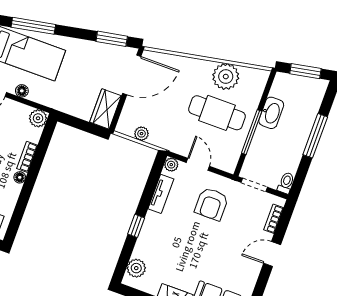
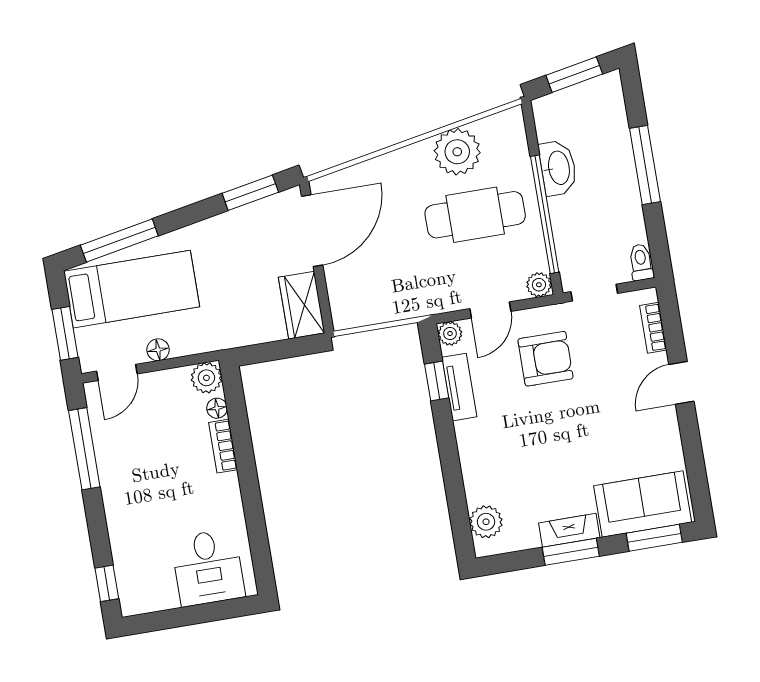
window: (252, 132) -> (545, 214), width x1.46
plant: (141, 134) -> (539, 285), moved
door: (198, 164) -> (490, 310), swing flipped
floor lamp: (20, 177) -> (217, 408), moved
armchair: (212, 204) -> (546, 359), turned -90
window: (136, 226) -> (437, 381), moved

